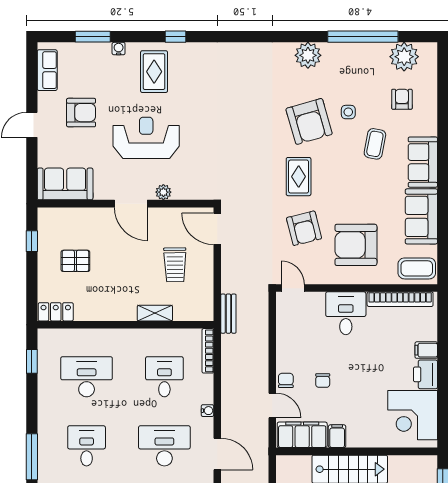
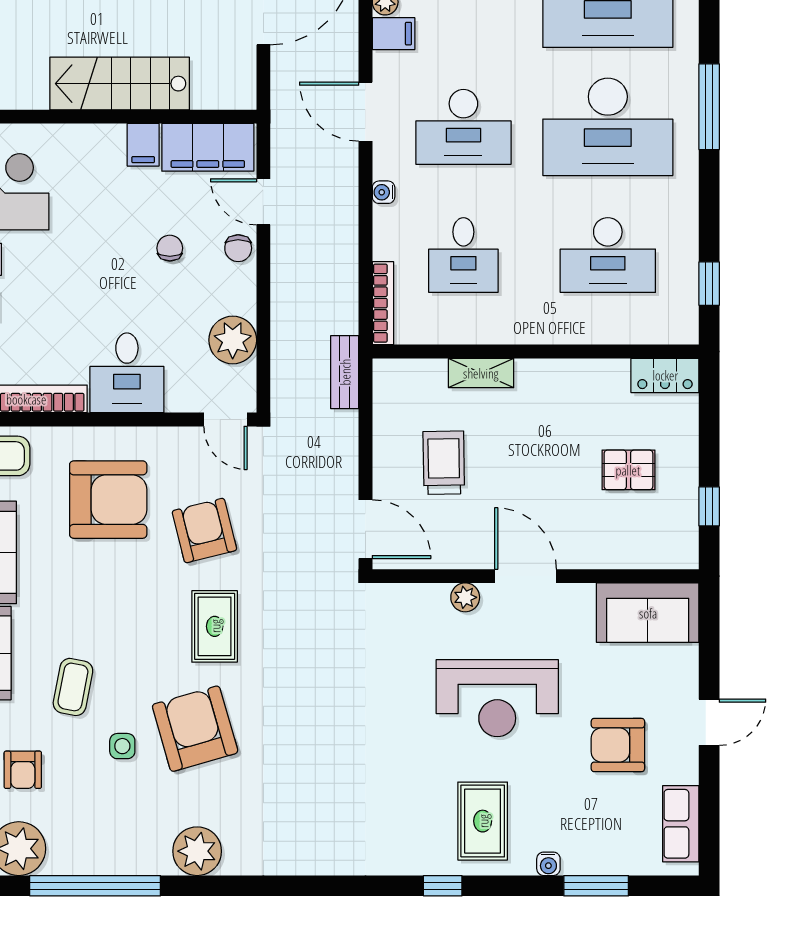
plant: (289, 331) -> (233, 340), added
desk: (87, 446) -> (608, 127), width x1.87, depth x1.30

